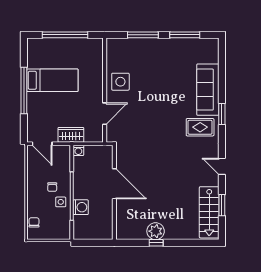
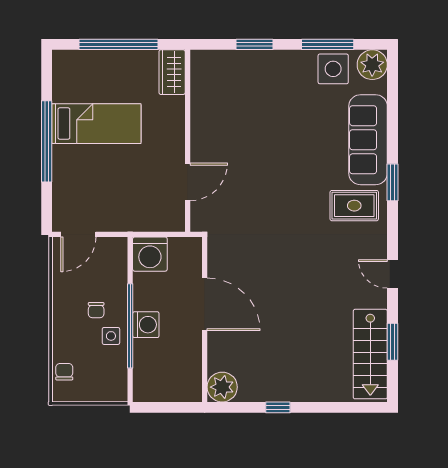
window: (143, 35) -> (255, 44), width x0.69
plant: (210, 47) -> (372, 65), added
side table: (120, 82) -> (333, 69), moved
wardrobe: (71, 135) -> (172, 72), moved, turned -90
door: (42, 144) -> (78, 234), hinge flipped
washing machine: (78, 150) -> (150, 254), width x1.89, depth x1.89
washing machine: (81, 207) -> (146, 325), moved
plant: (156, 231) -> (222, 387), moved

